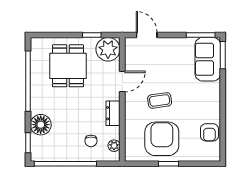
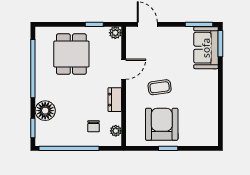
plant: (108, 49) -> (115, 33), width x0.53, depth x0.53
armchair: (209, 132) -> (208, 118), removed

